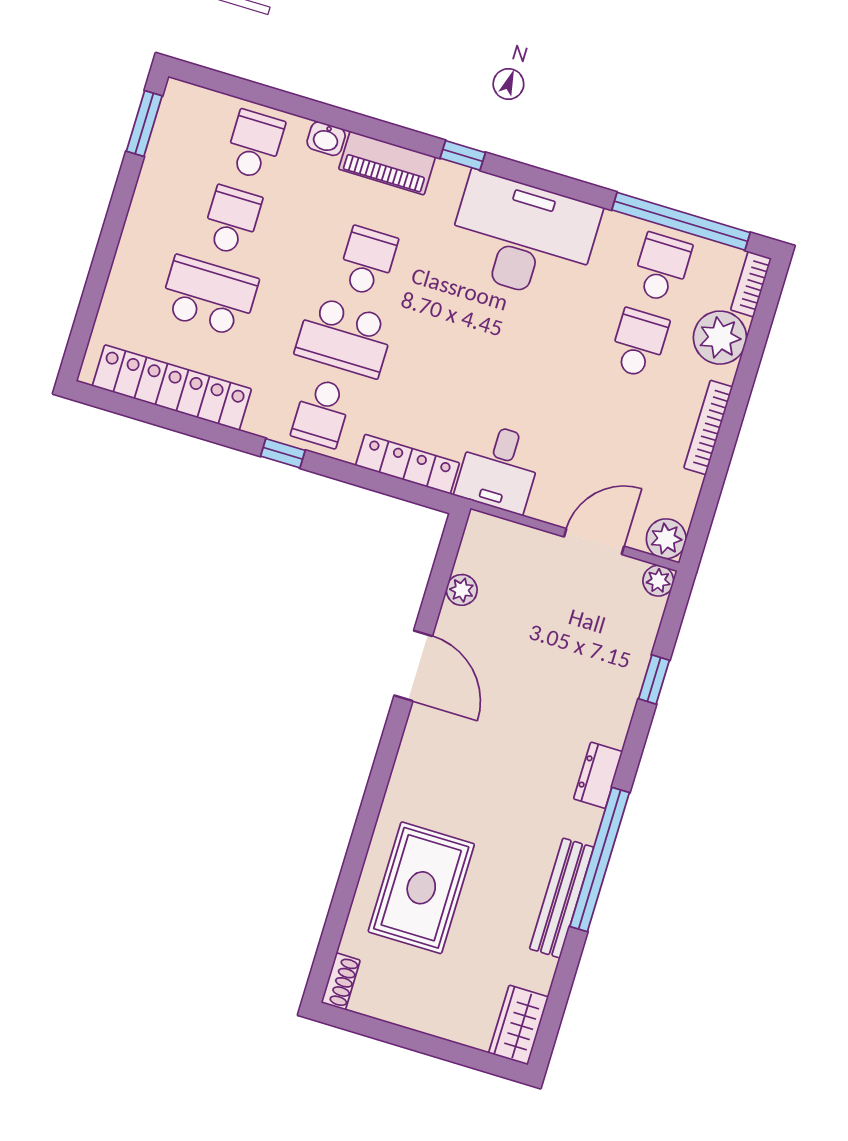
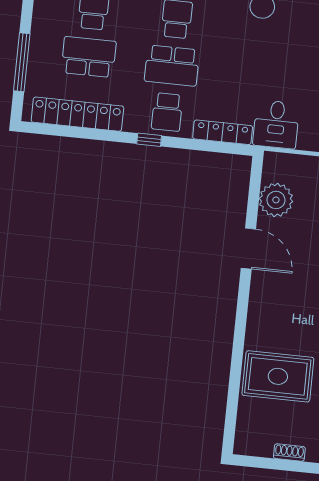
window: (96, 283) -> (22, 62), added
plant: (462, 590) -> (276, 200), width x1.88, depth x1.88
rug: (421, 888) -> (278, 376), turned 90
shoe rack: (341, 981) -> (289, 453), moved, turned -90

